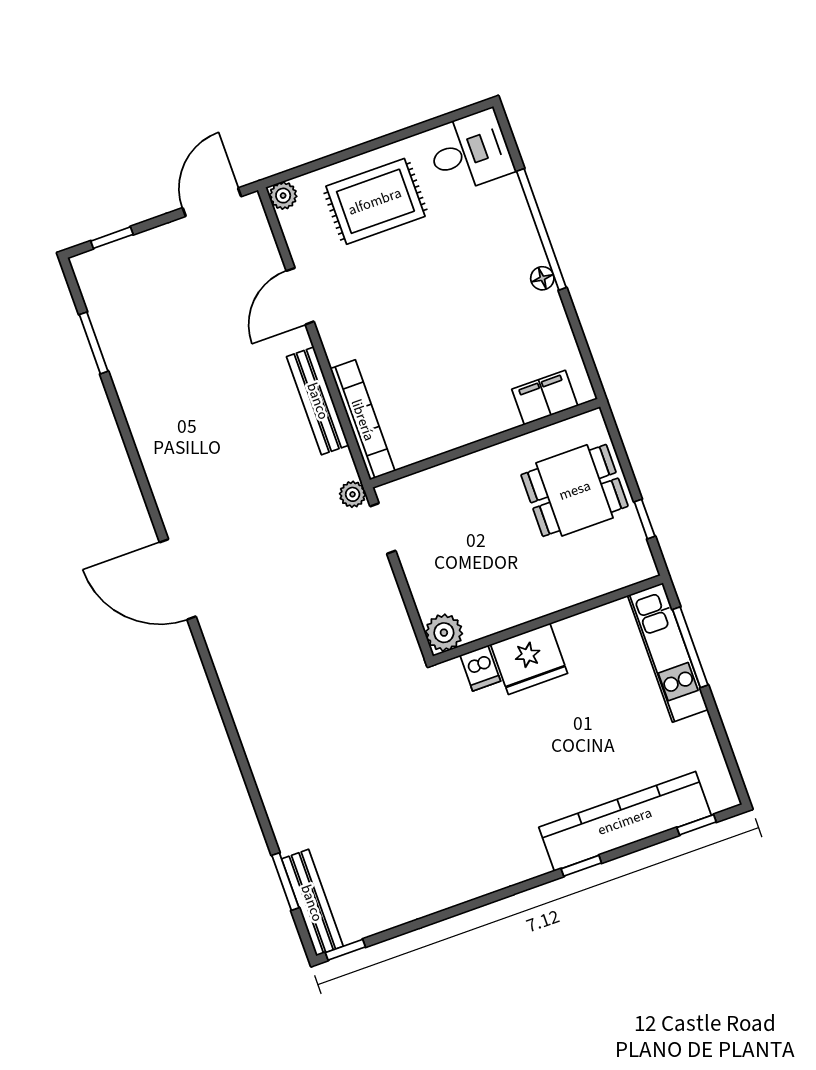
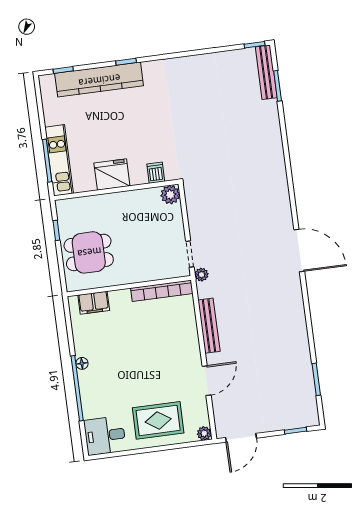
bookcase: (363, 420) -> (162, 291), moved, turned -90
fridge: (529, 659) -> (112, 175), moved

